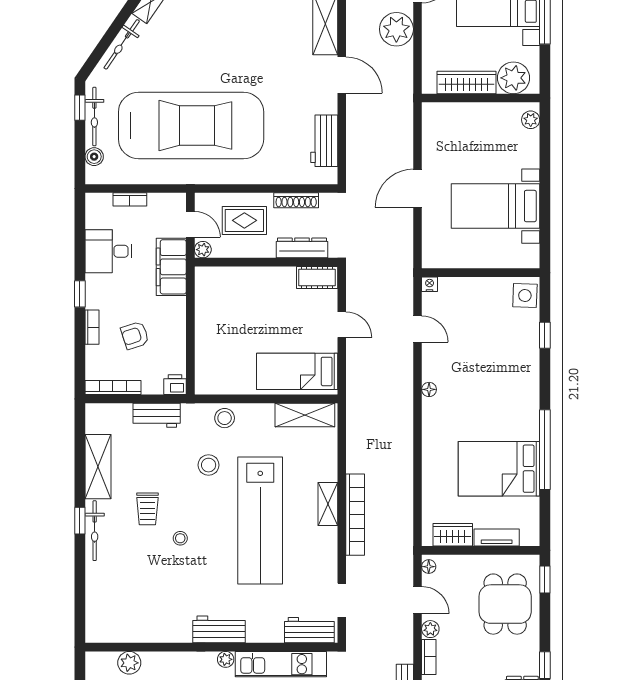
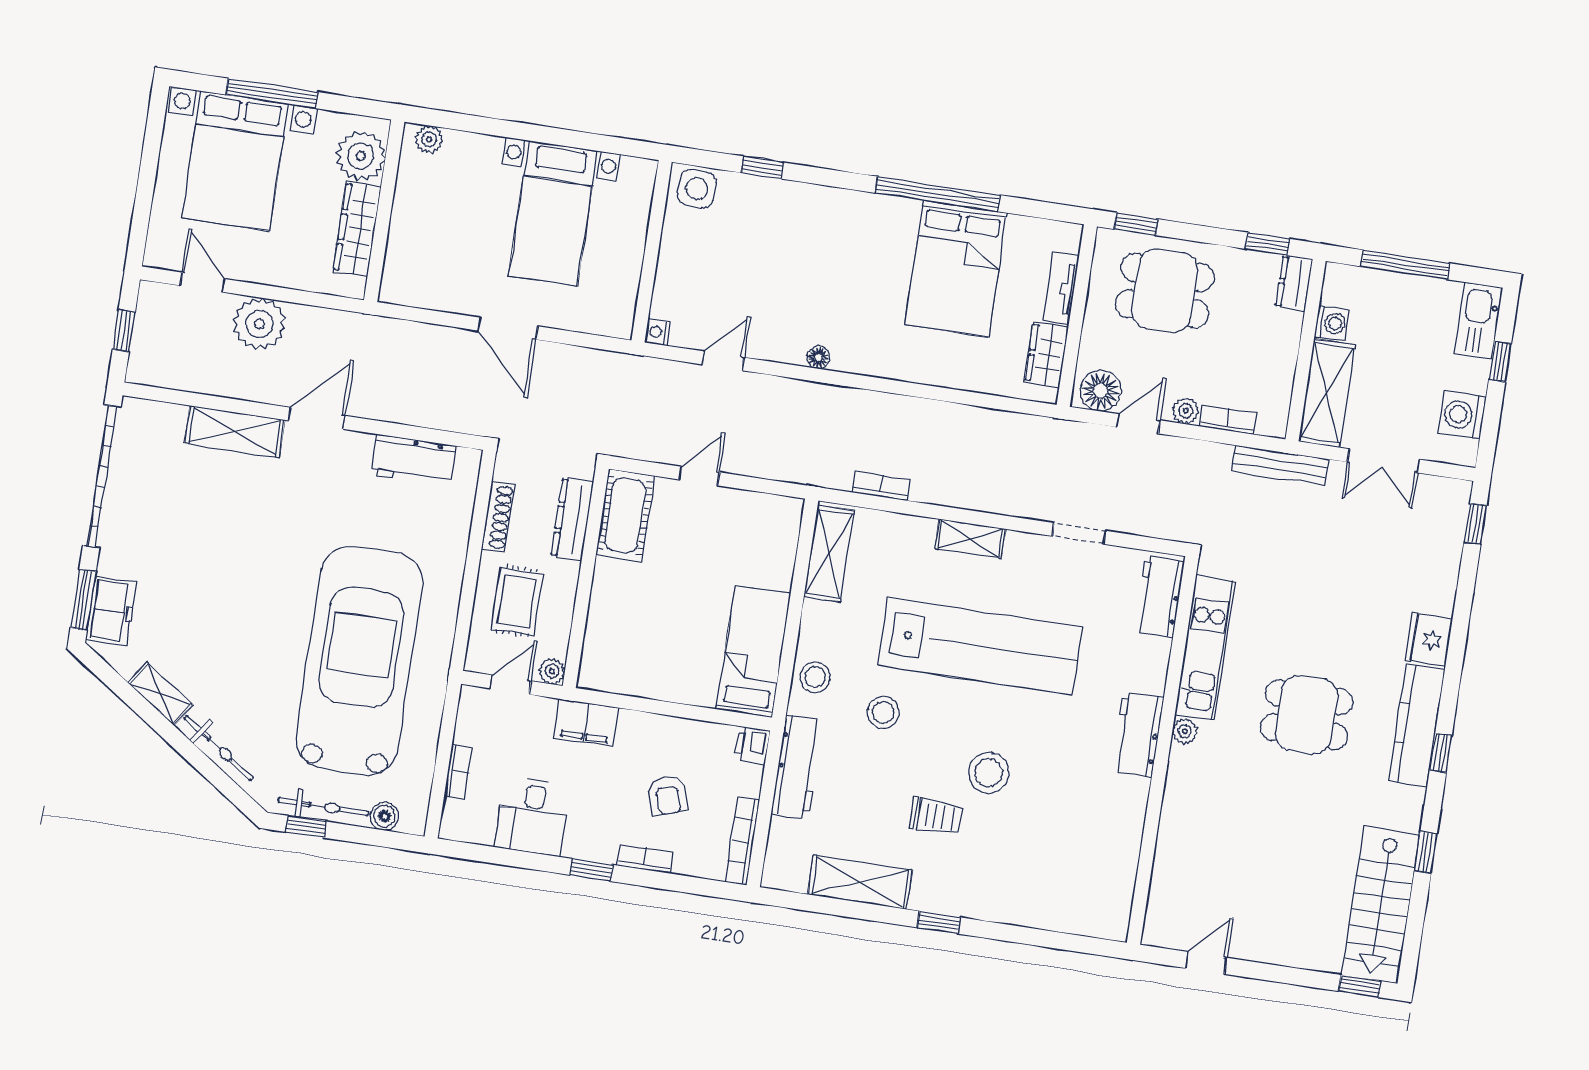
filing cabinet: (171, 267) -> (586, 723), width x0.67, depth x0.86
cot: (317, 277) -> (625, 515), width x1.37, depth x1.34
bed: (297, 371) -> (754, 651), moved, turned 180
workbench: (157, 415) -> (797, 767), width x1.38
bookcase: (355, 515) -> (881, 486), moved, width x0.43, depth x0.76
bicycle: (95, 531) -> (957, 902), removed
stool: (180, 538) -> (989, 773), width x1.89, depth x1.89
floor lamp: (429, 567) -> (1101, 391), width x1.89, depth x1.89
doorway: (342, 600) -> (1079, 533), moved
plant: (129, 663) -> (1168, 880), removed

